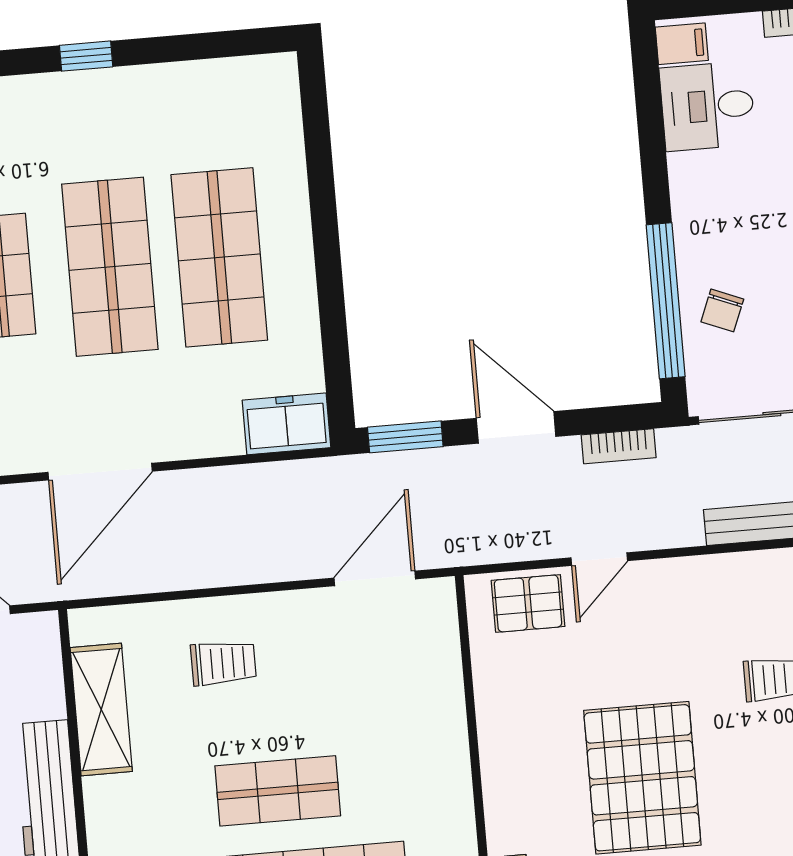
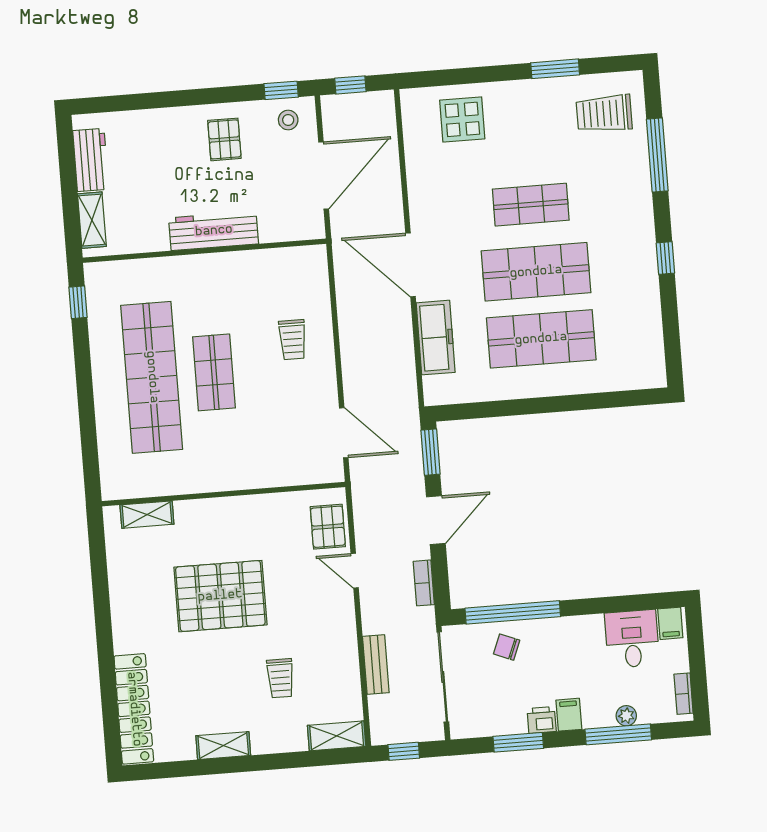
freezer: (286, 424) -> (436, 338), moved, width x1.40
shelving: (101, 710) -> (265, 265), removed

